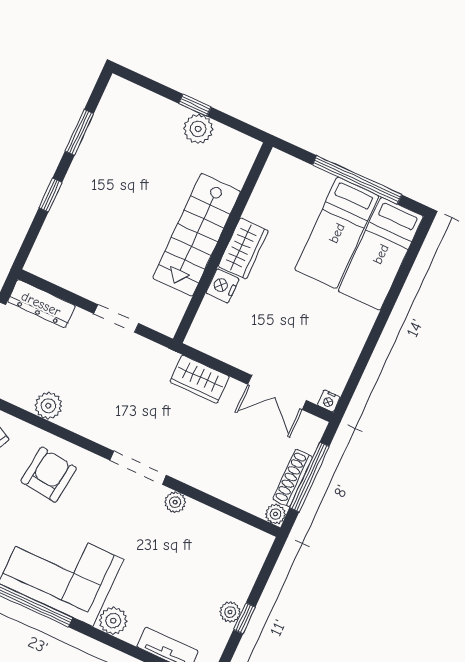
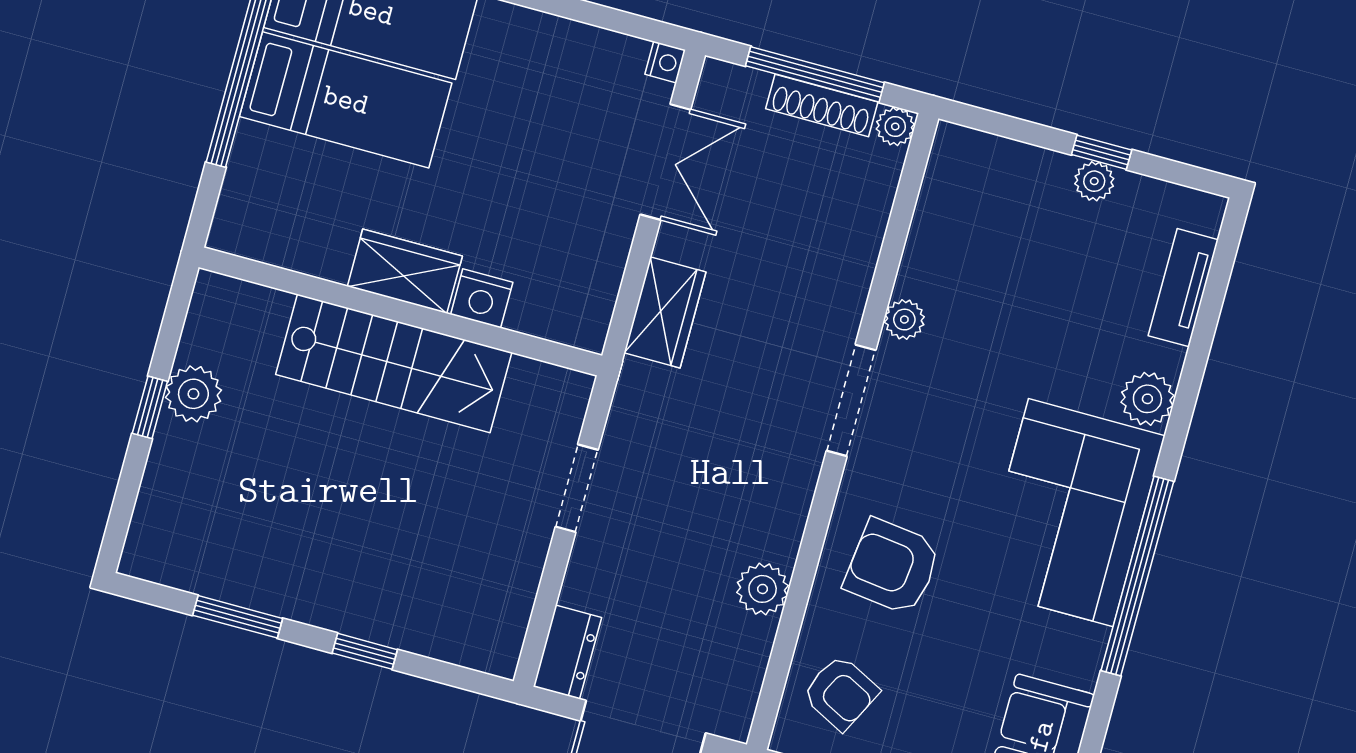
dresser: (41, 304) -> (567, 652), width x0.70

